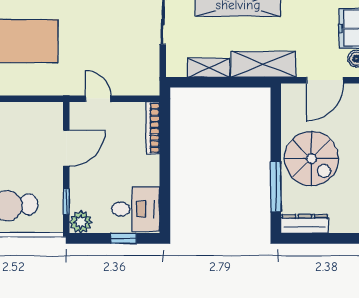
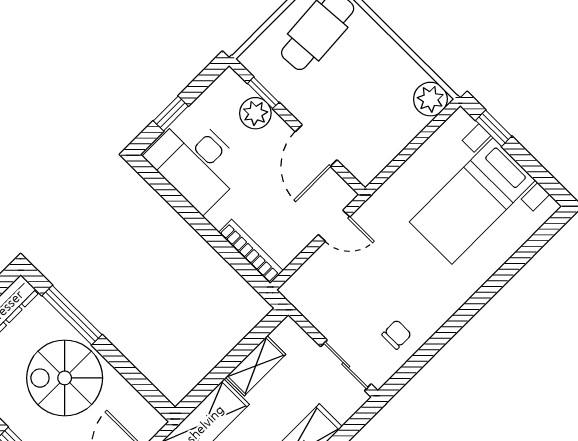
chair: (122, 12) -> (397, 335), added
desk: (136, 209) -> (196, 163), width x1.37
plant: (81, 222) -> (255, 113), moved

